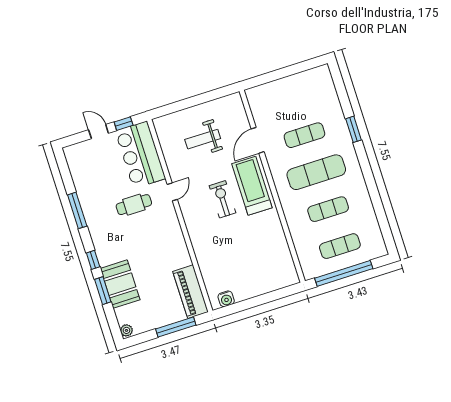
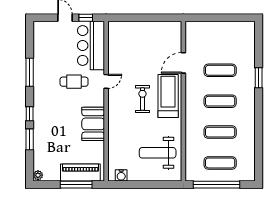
weight bench: (203, 139) -> (158, 153), moved, width x1.36, depth x1.33
exercise mat: (316, 172) -> (220, 101), width x0.73, depth x0.69
booth: (120, 284) -> (93, 124), moved
piano: (191, 292) -> (80, 173), moved, turned 90

